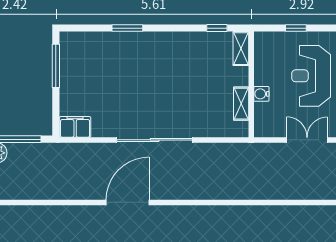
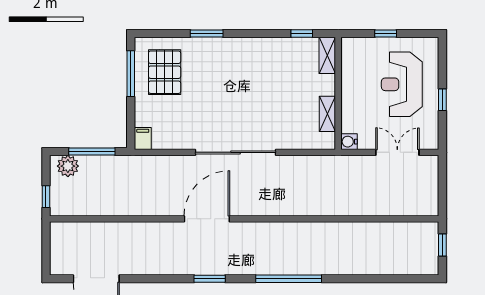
pallet: (88, 64) -> (165, 72), added
water cooler: (261, 94) -> (349, 142), moved
filing cabinet: (75, 127) -> (143, 139), width x0.50

